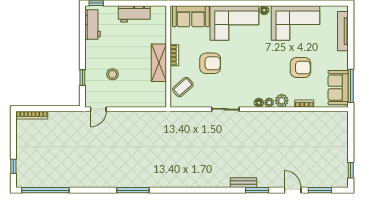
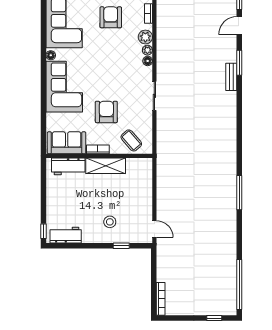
workbench: (134, 14) -> (68, 166), moved, turned 90
sofa: (191, 16) -> (67, 143), moved, turned -90
stool: (112, 74) -> (110, 222), moved

